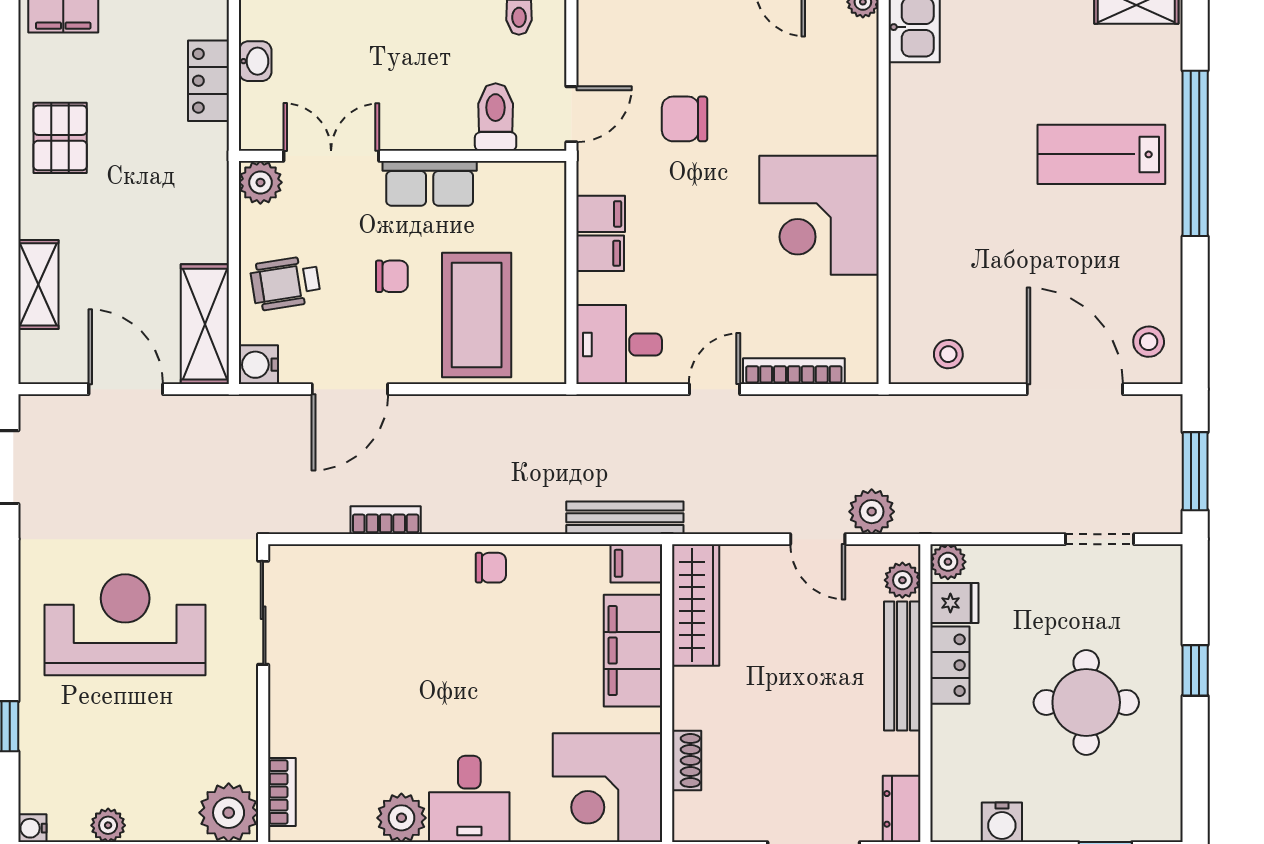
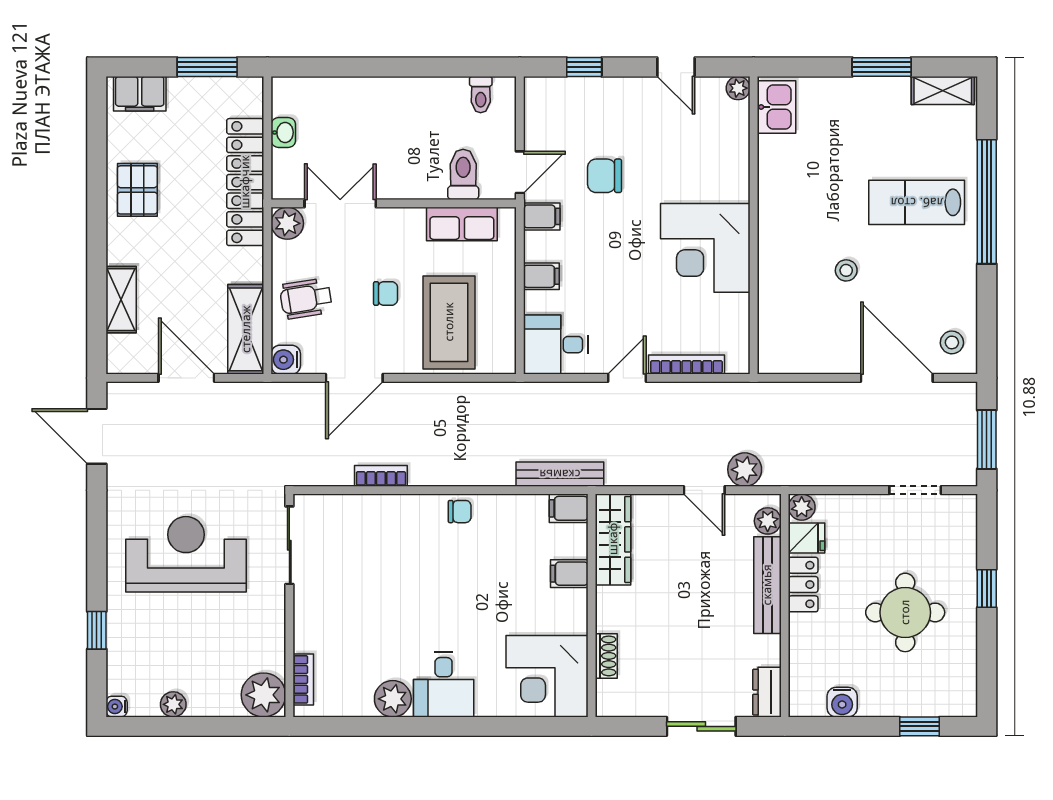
locker: (209, 81) -> (245, 182), width x2.16, depth x1.21
row of seats: (430, 183) -> (462, 224), moved
filing cabinet: (601, 214) -> (542, 216), moved
stool: (948, 354) -> (846, 270), moved
filing cabinet: (633, 651) -> (569, 574), width x0.33, depth x0.86

